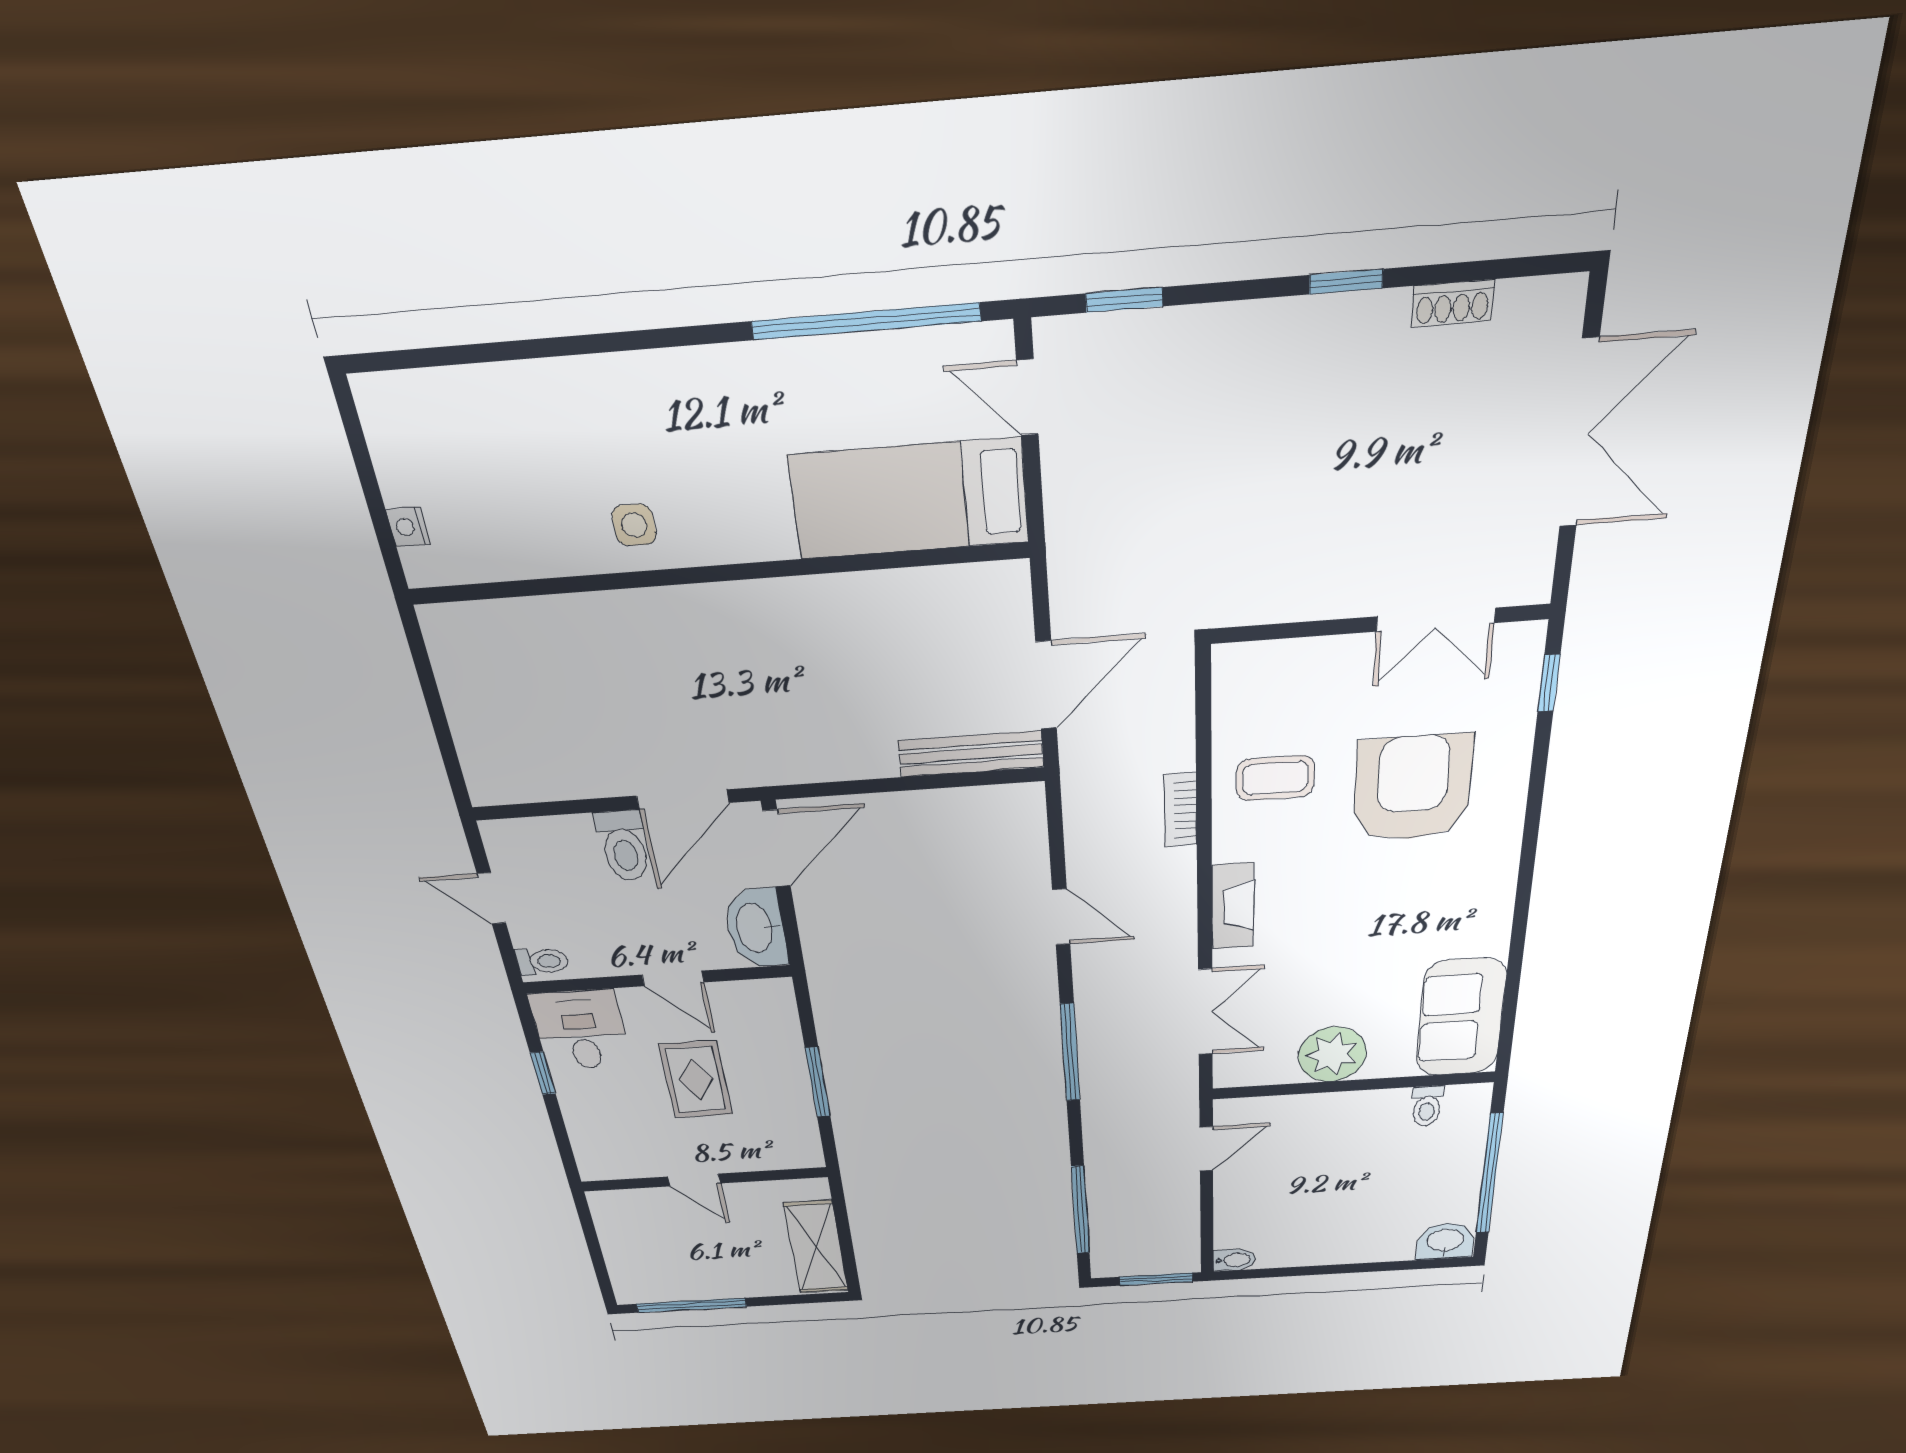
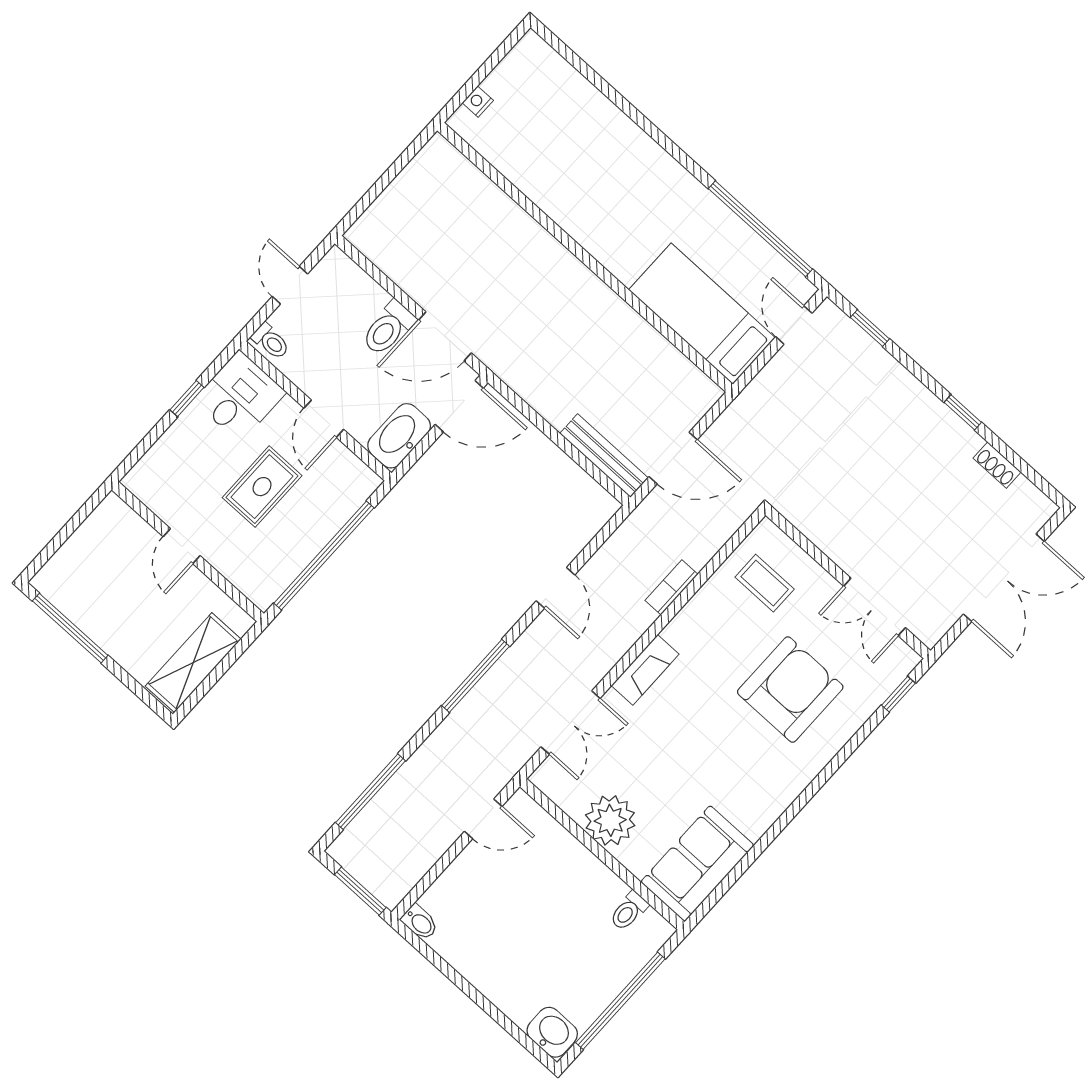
side table: (634, 525) -> (574, 202), removed
coffee table: (1275, 778) -> (765, 583), moved
window: (818, 1082) -> (324, 556), width x2.11

